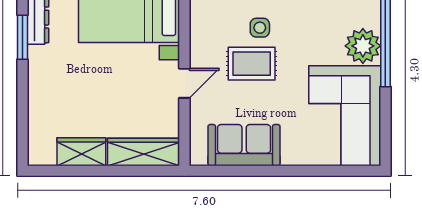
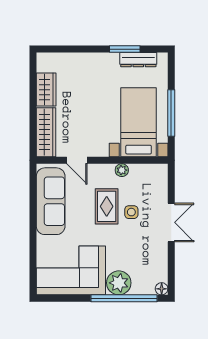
plant: (199, 42) -> (122, 170), added
door: (184, 83) -> (77, 160), moved
sofa: (244, 145) -> (51, 201), width x1.36

